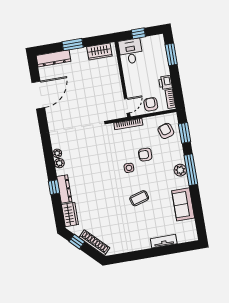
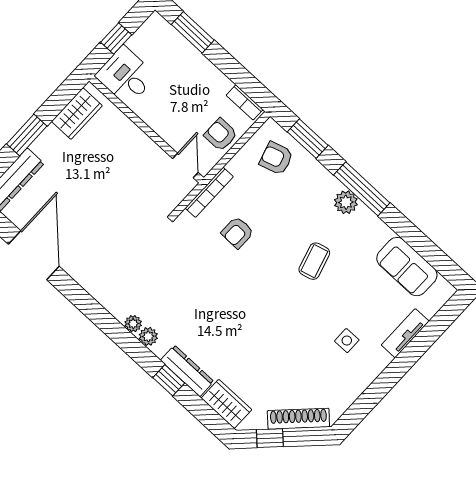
printer: (165, 82) -> (217, 83), removed
armchair: (145, 155) -> (237, 232), moved
side table: (129, 168) -> (347, 341), moved
coffee table: (139, 198) -> (314, 261), moved
sofa: (183, 204) -> (407, 267), moved

